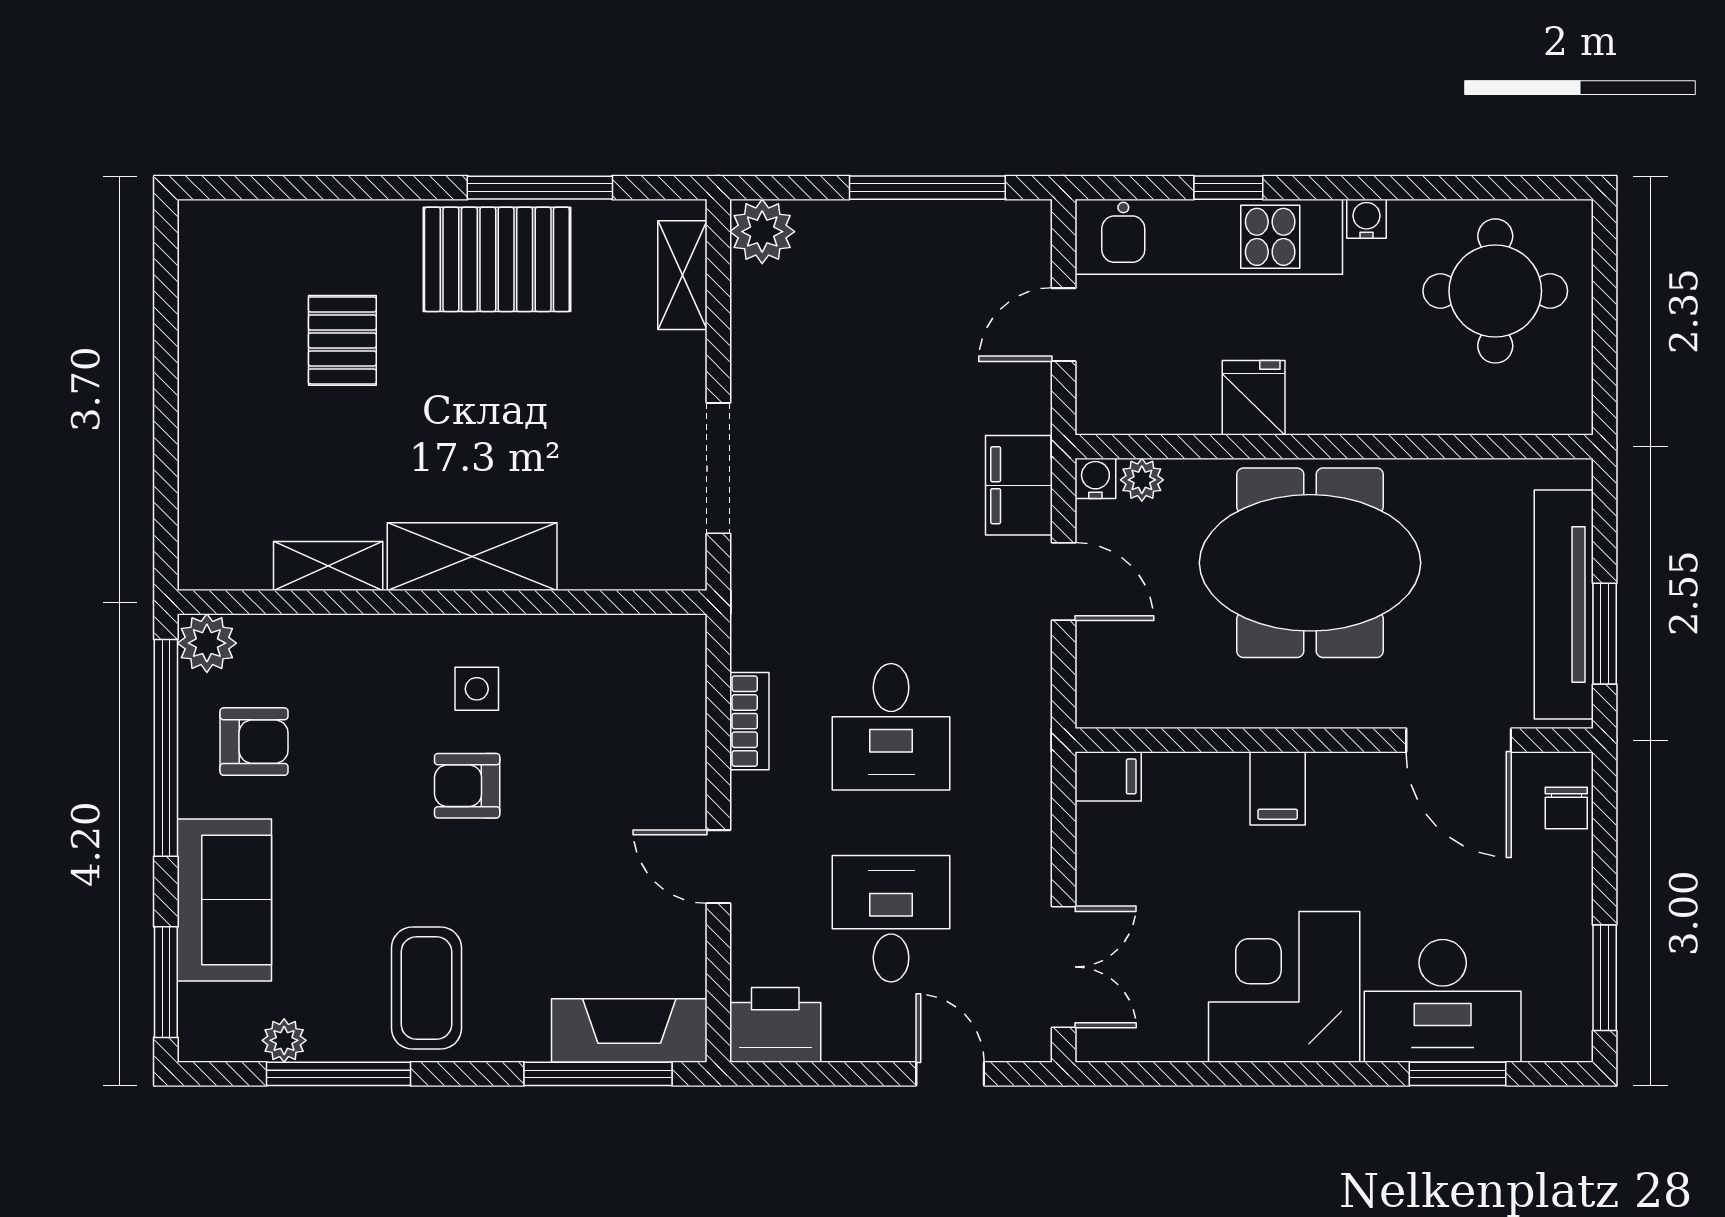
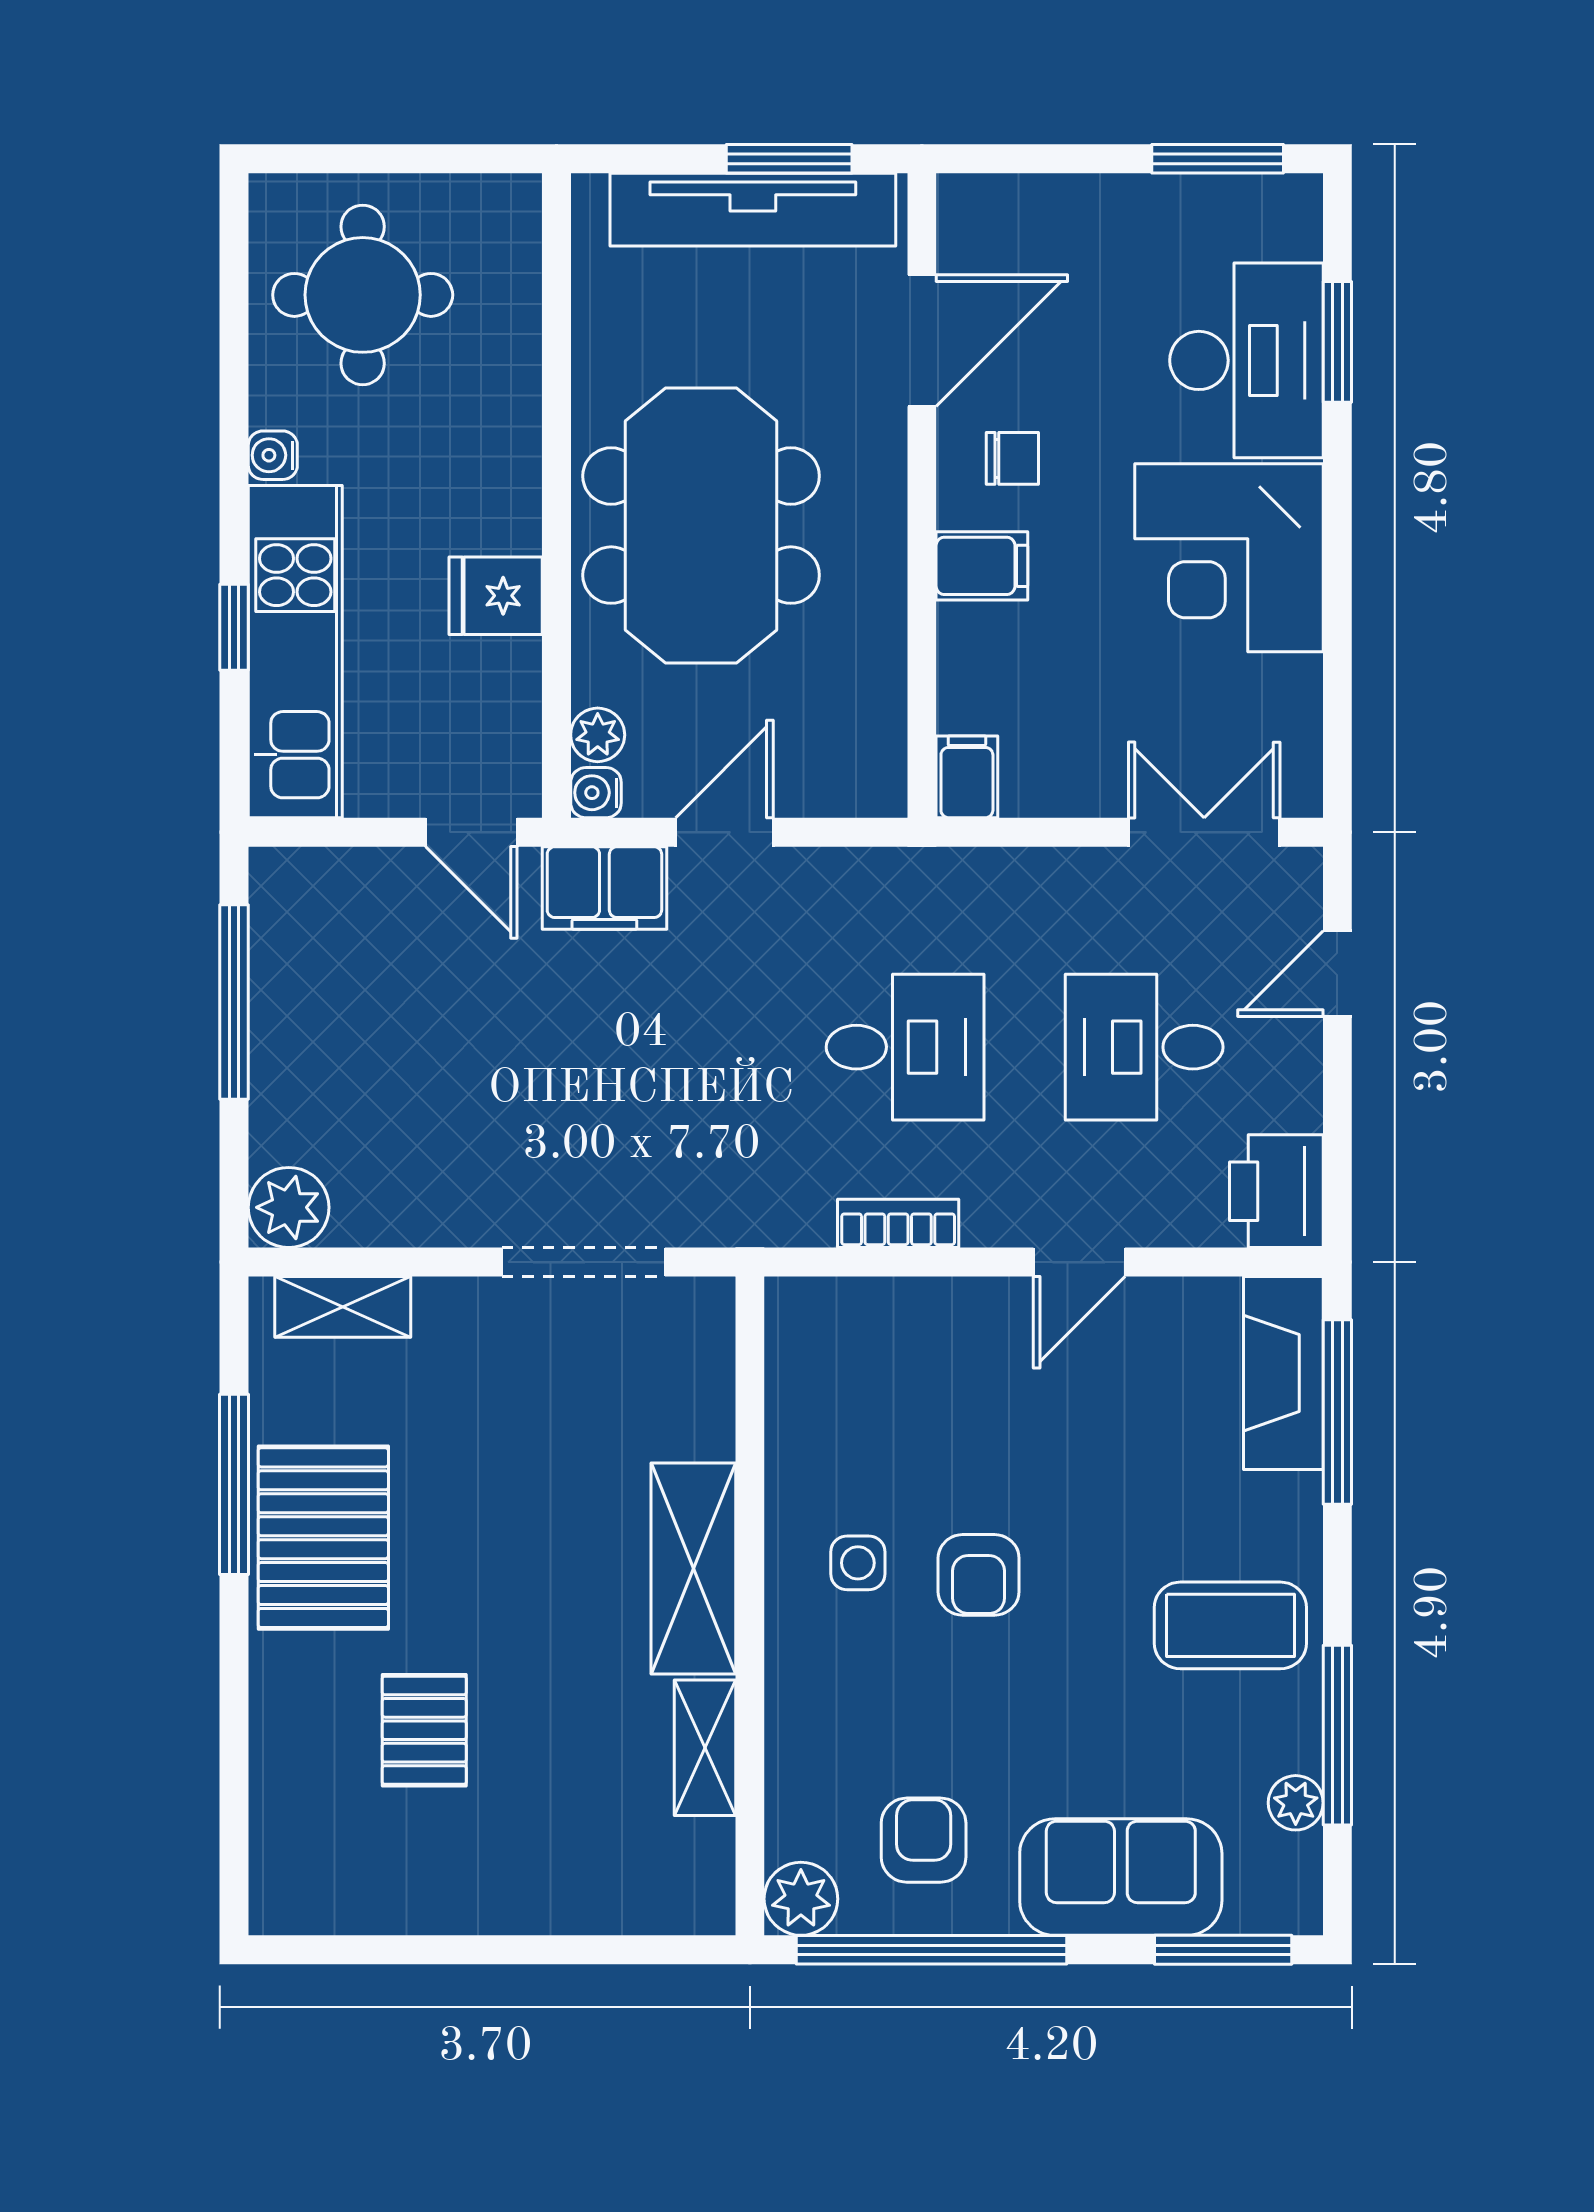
door: (1064, 325) -> (471, 832), moved
pallet: (342, 340) -> (424, 1730), turned 90
chair: (1566, 808) -> (1012, 458), moved

